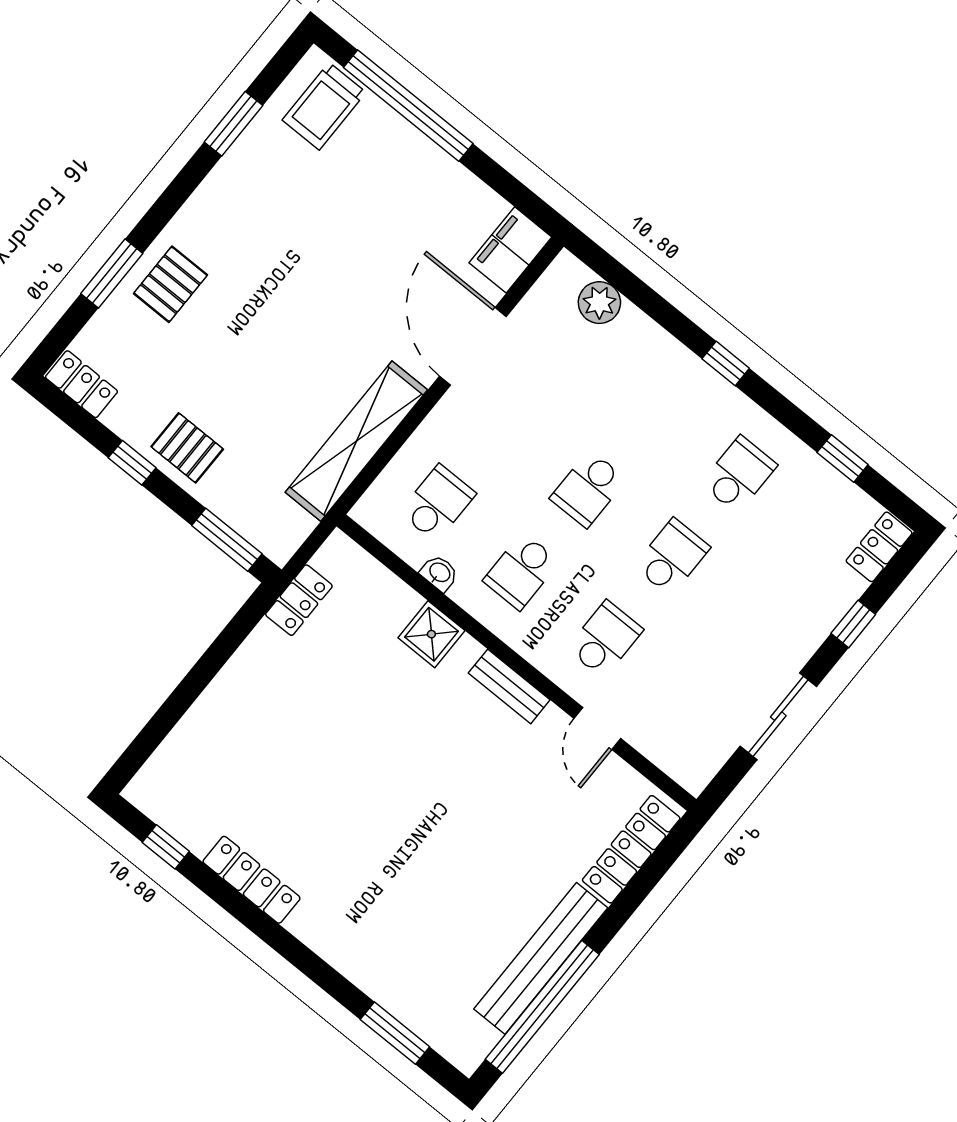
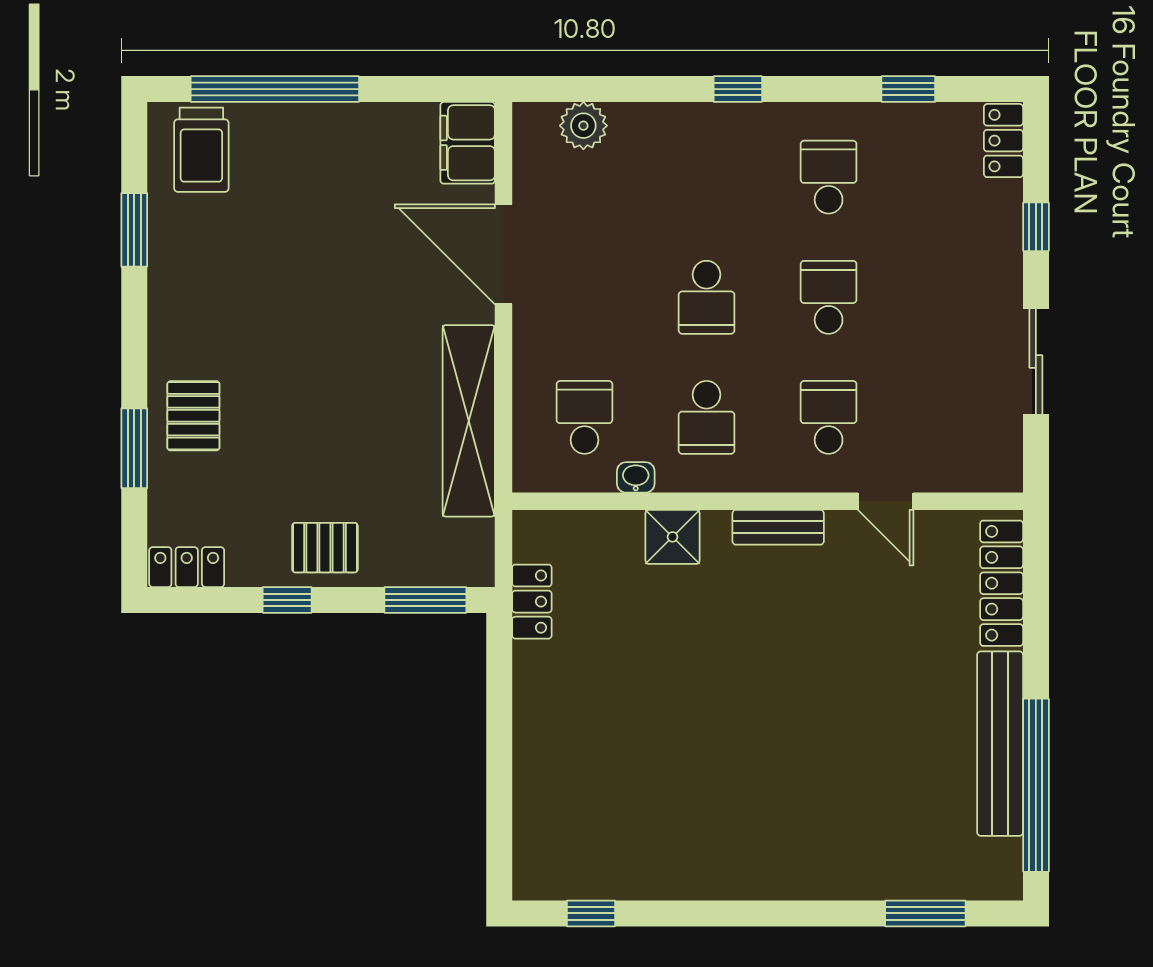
locker: (252, 880) -> (690, 881), removed

